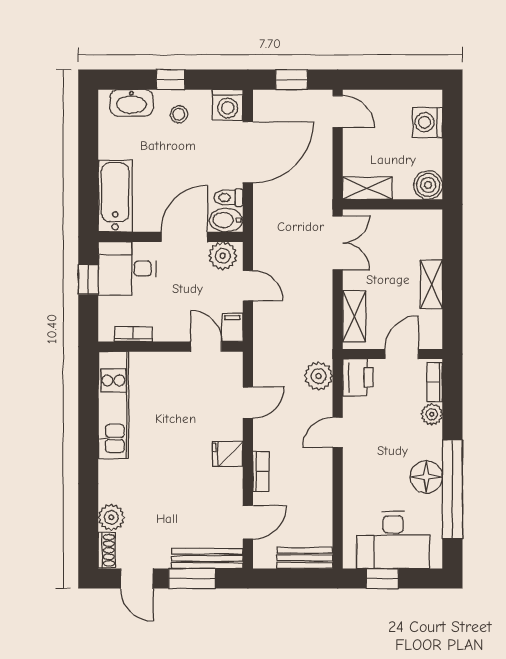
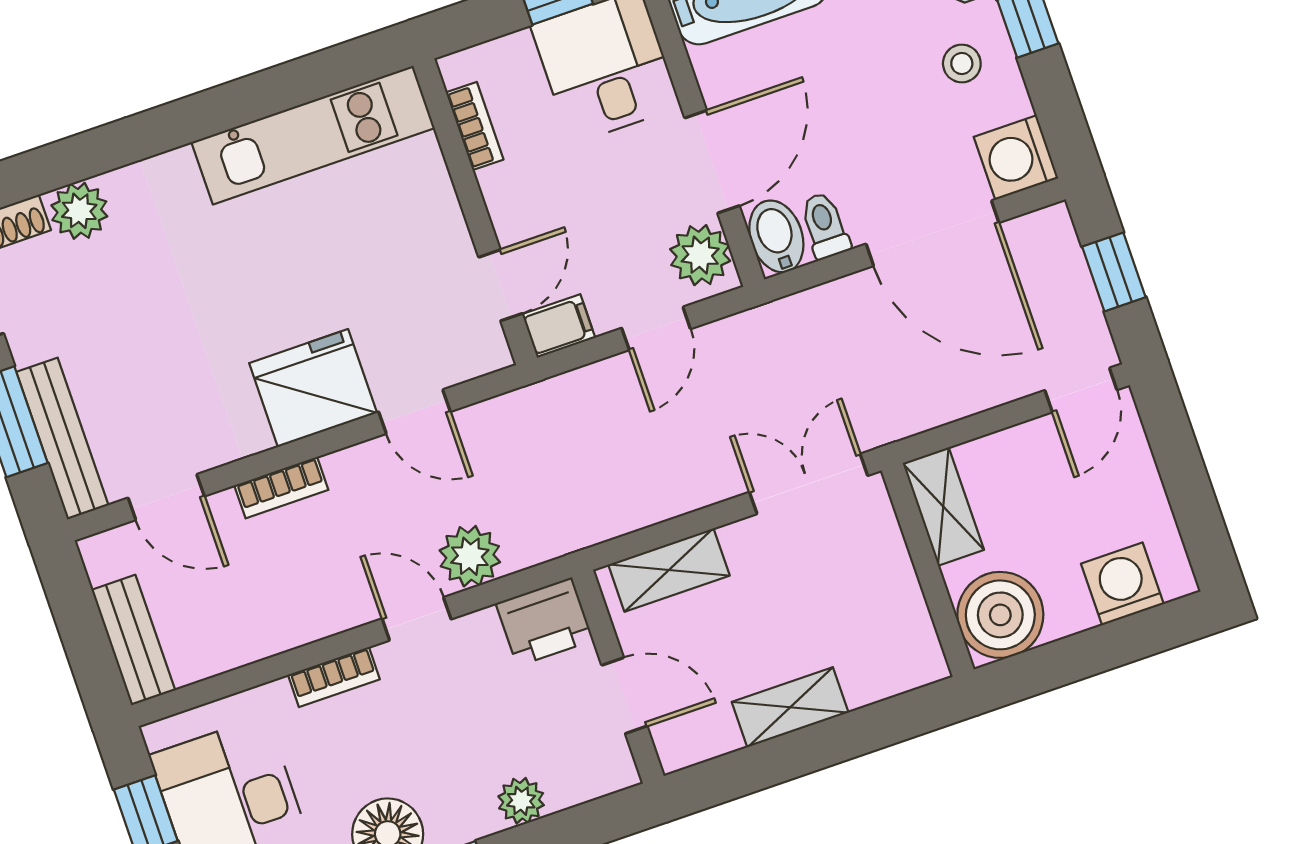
boiler: (428, 185) -> (1000, 615), width x1.37, depth x1.37
door: (184, 237) -> (712, 162), hinge flipped
double door: (338, 243) -> (809, 484), swing flipped
plant: (319, 376) -> (470, 556), moved
bookcase: (435, 382) -> (334, 677), moved, turned 180
fridge: (228, 454) -> (313, 388), width x1.88, depth x1.34

